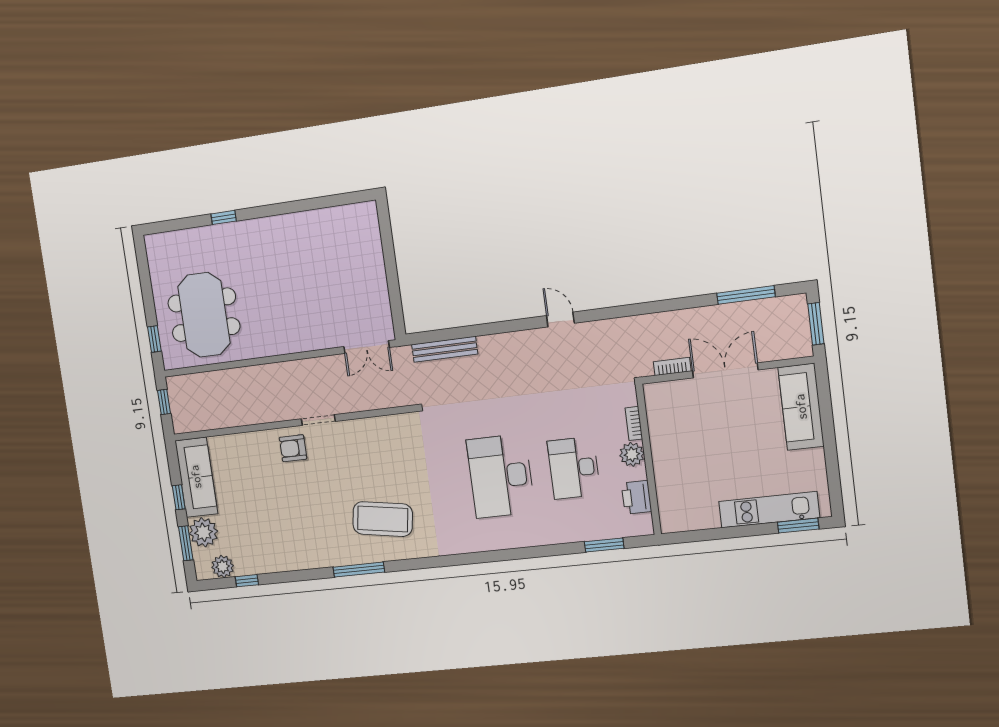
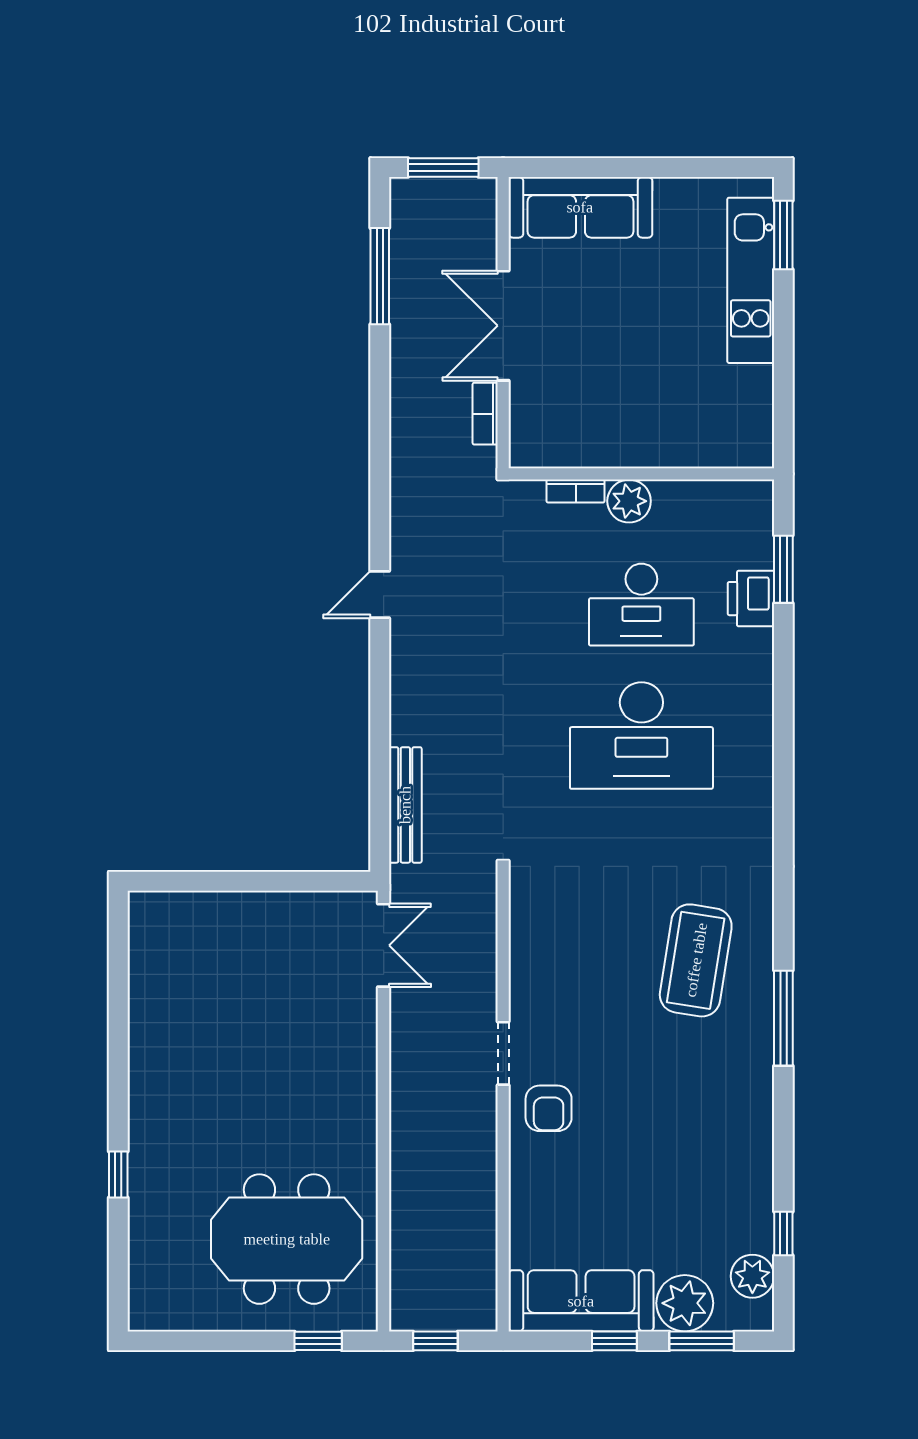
printer: (636, 497) -> (751, 599), moved, turned 90

